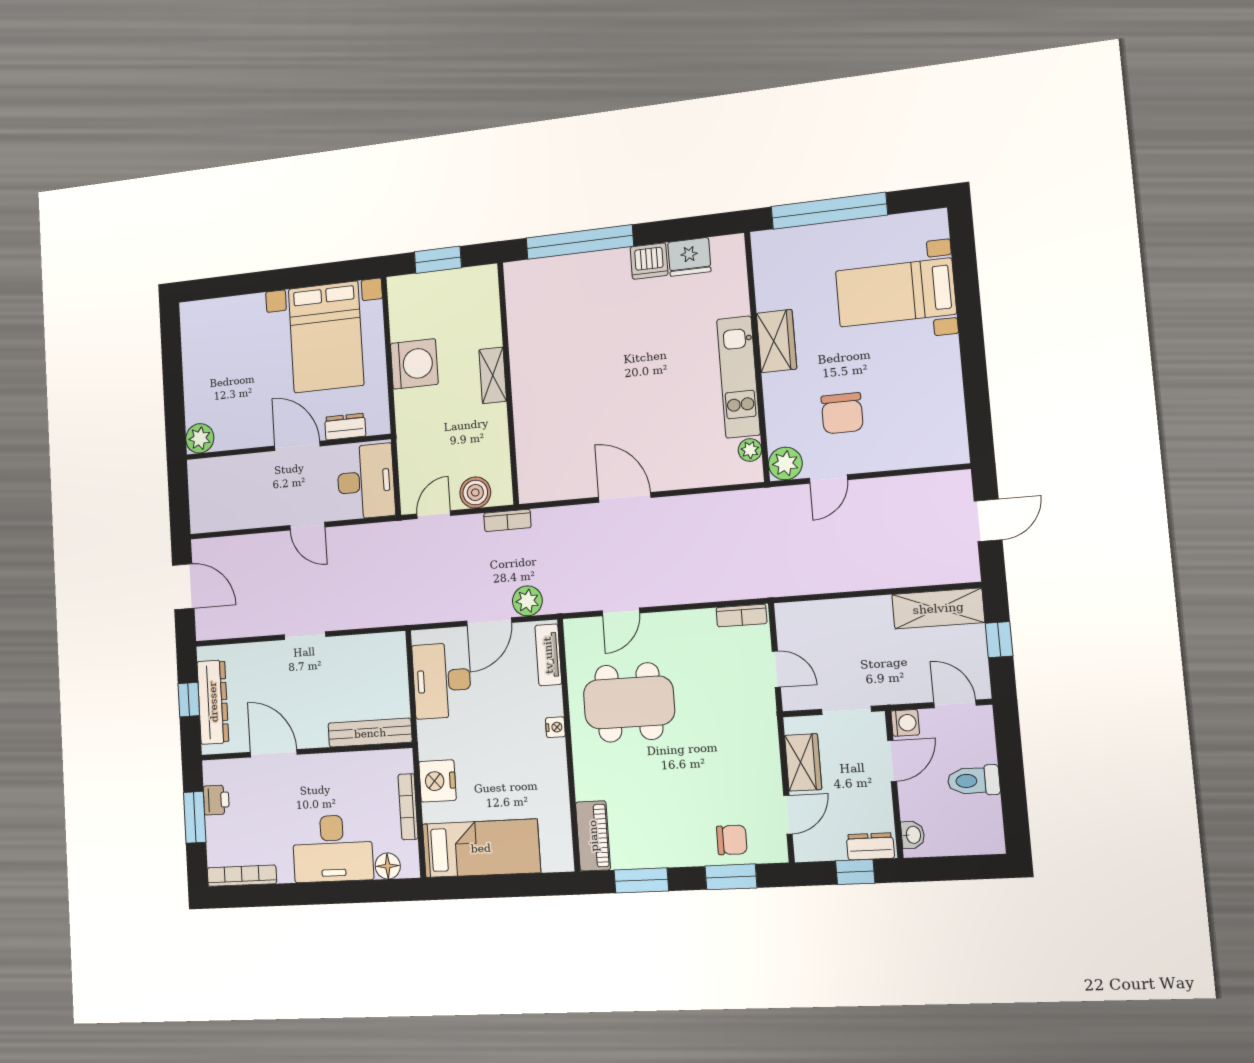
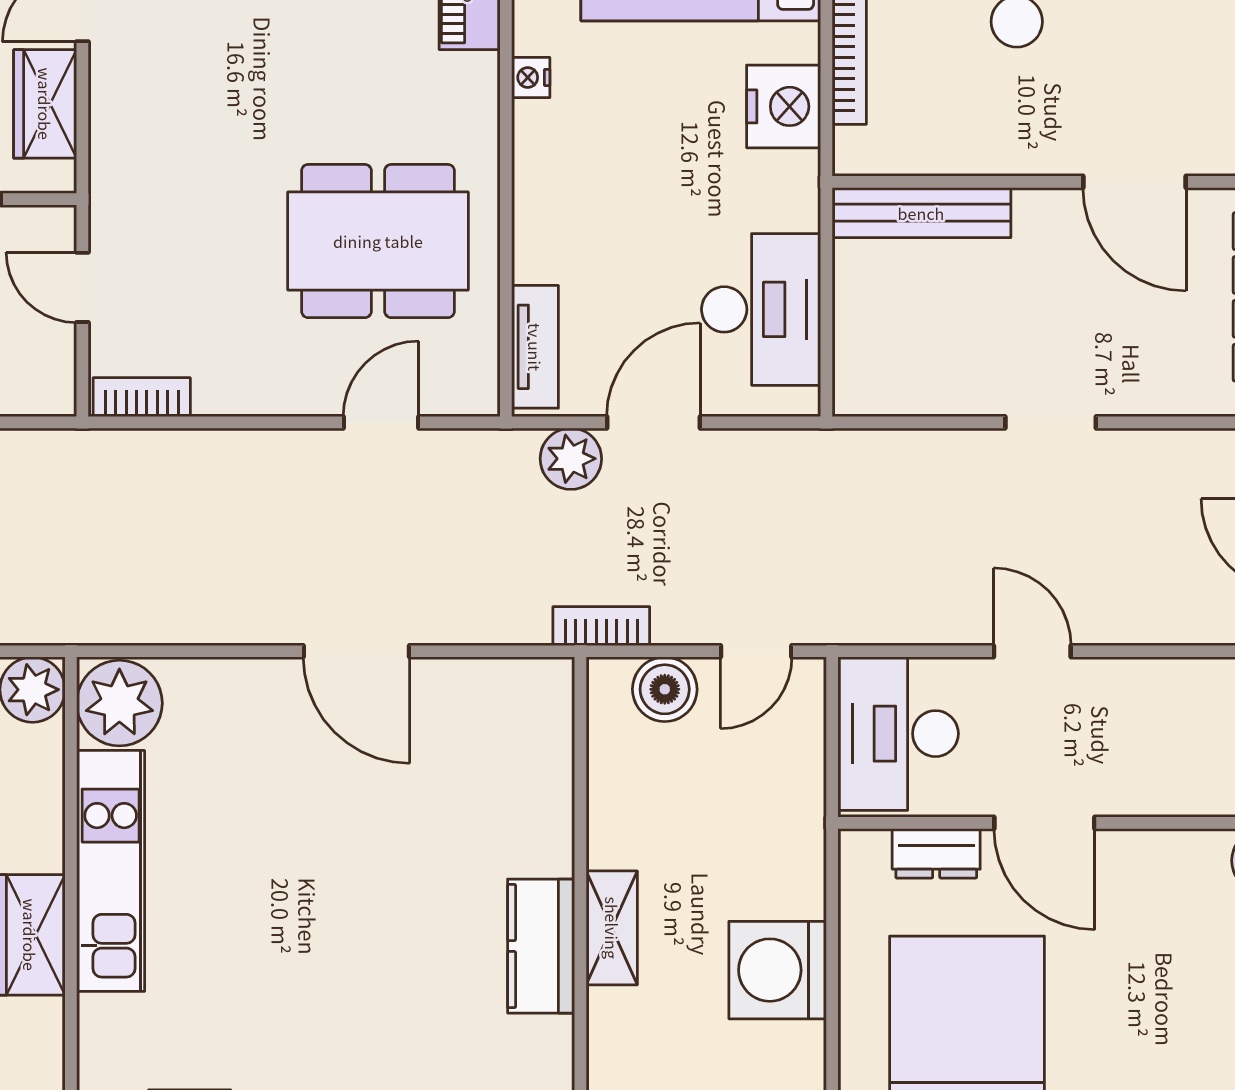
kitchen counter: (526, 363) -> (541, 946), added
plant: (750, 450) -> (119, 703), width x1.88, depth x1.88
nightstand: (555, 727) -> (531, 77), moved

